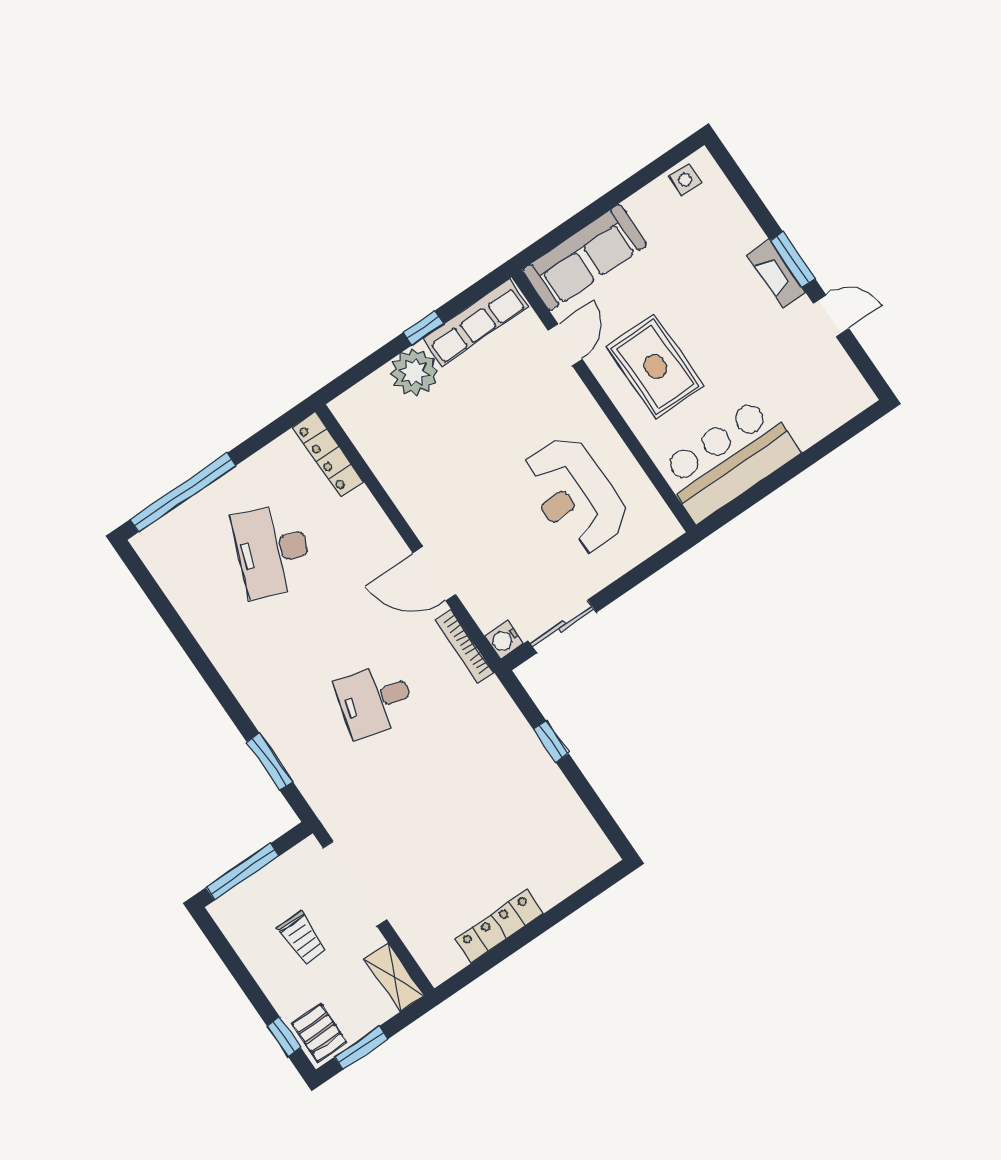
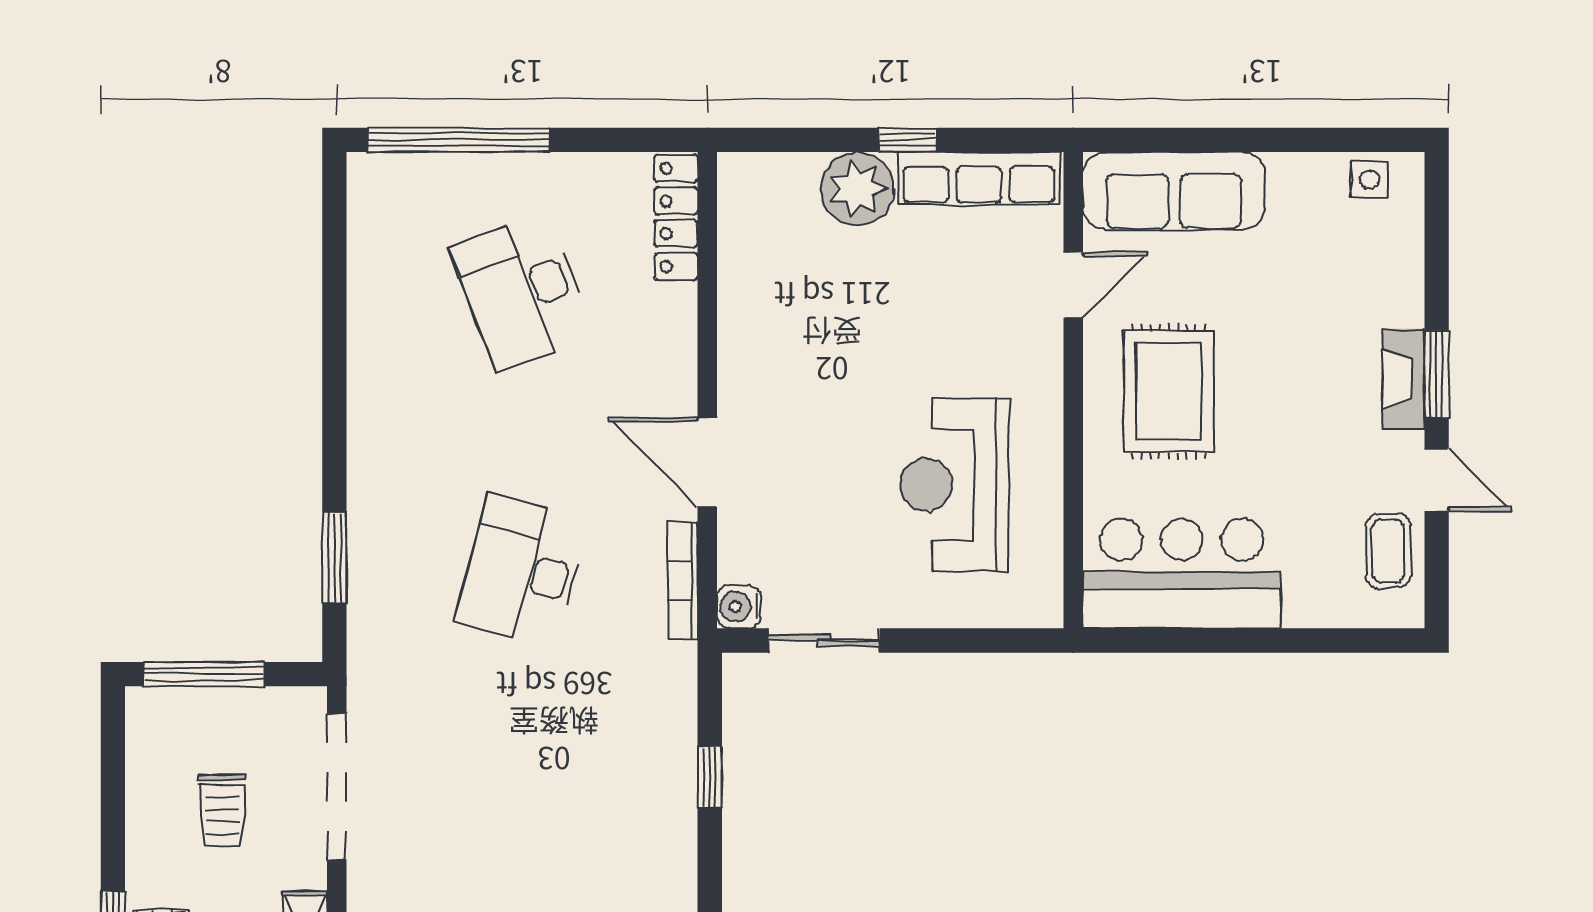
coffee table: (831, 372) -> (1388, 551), added
desk: (273, 550) -> (522, 292), turned -42
desk: (375, 700) -> (522, 571), width x1.37

